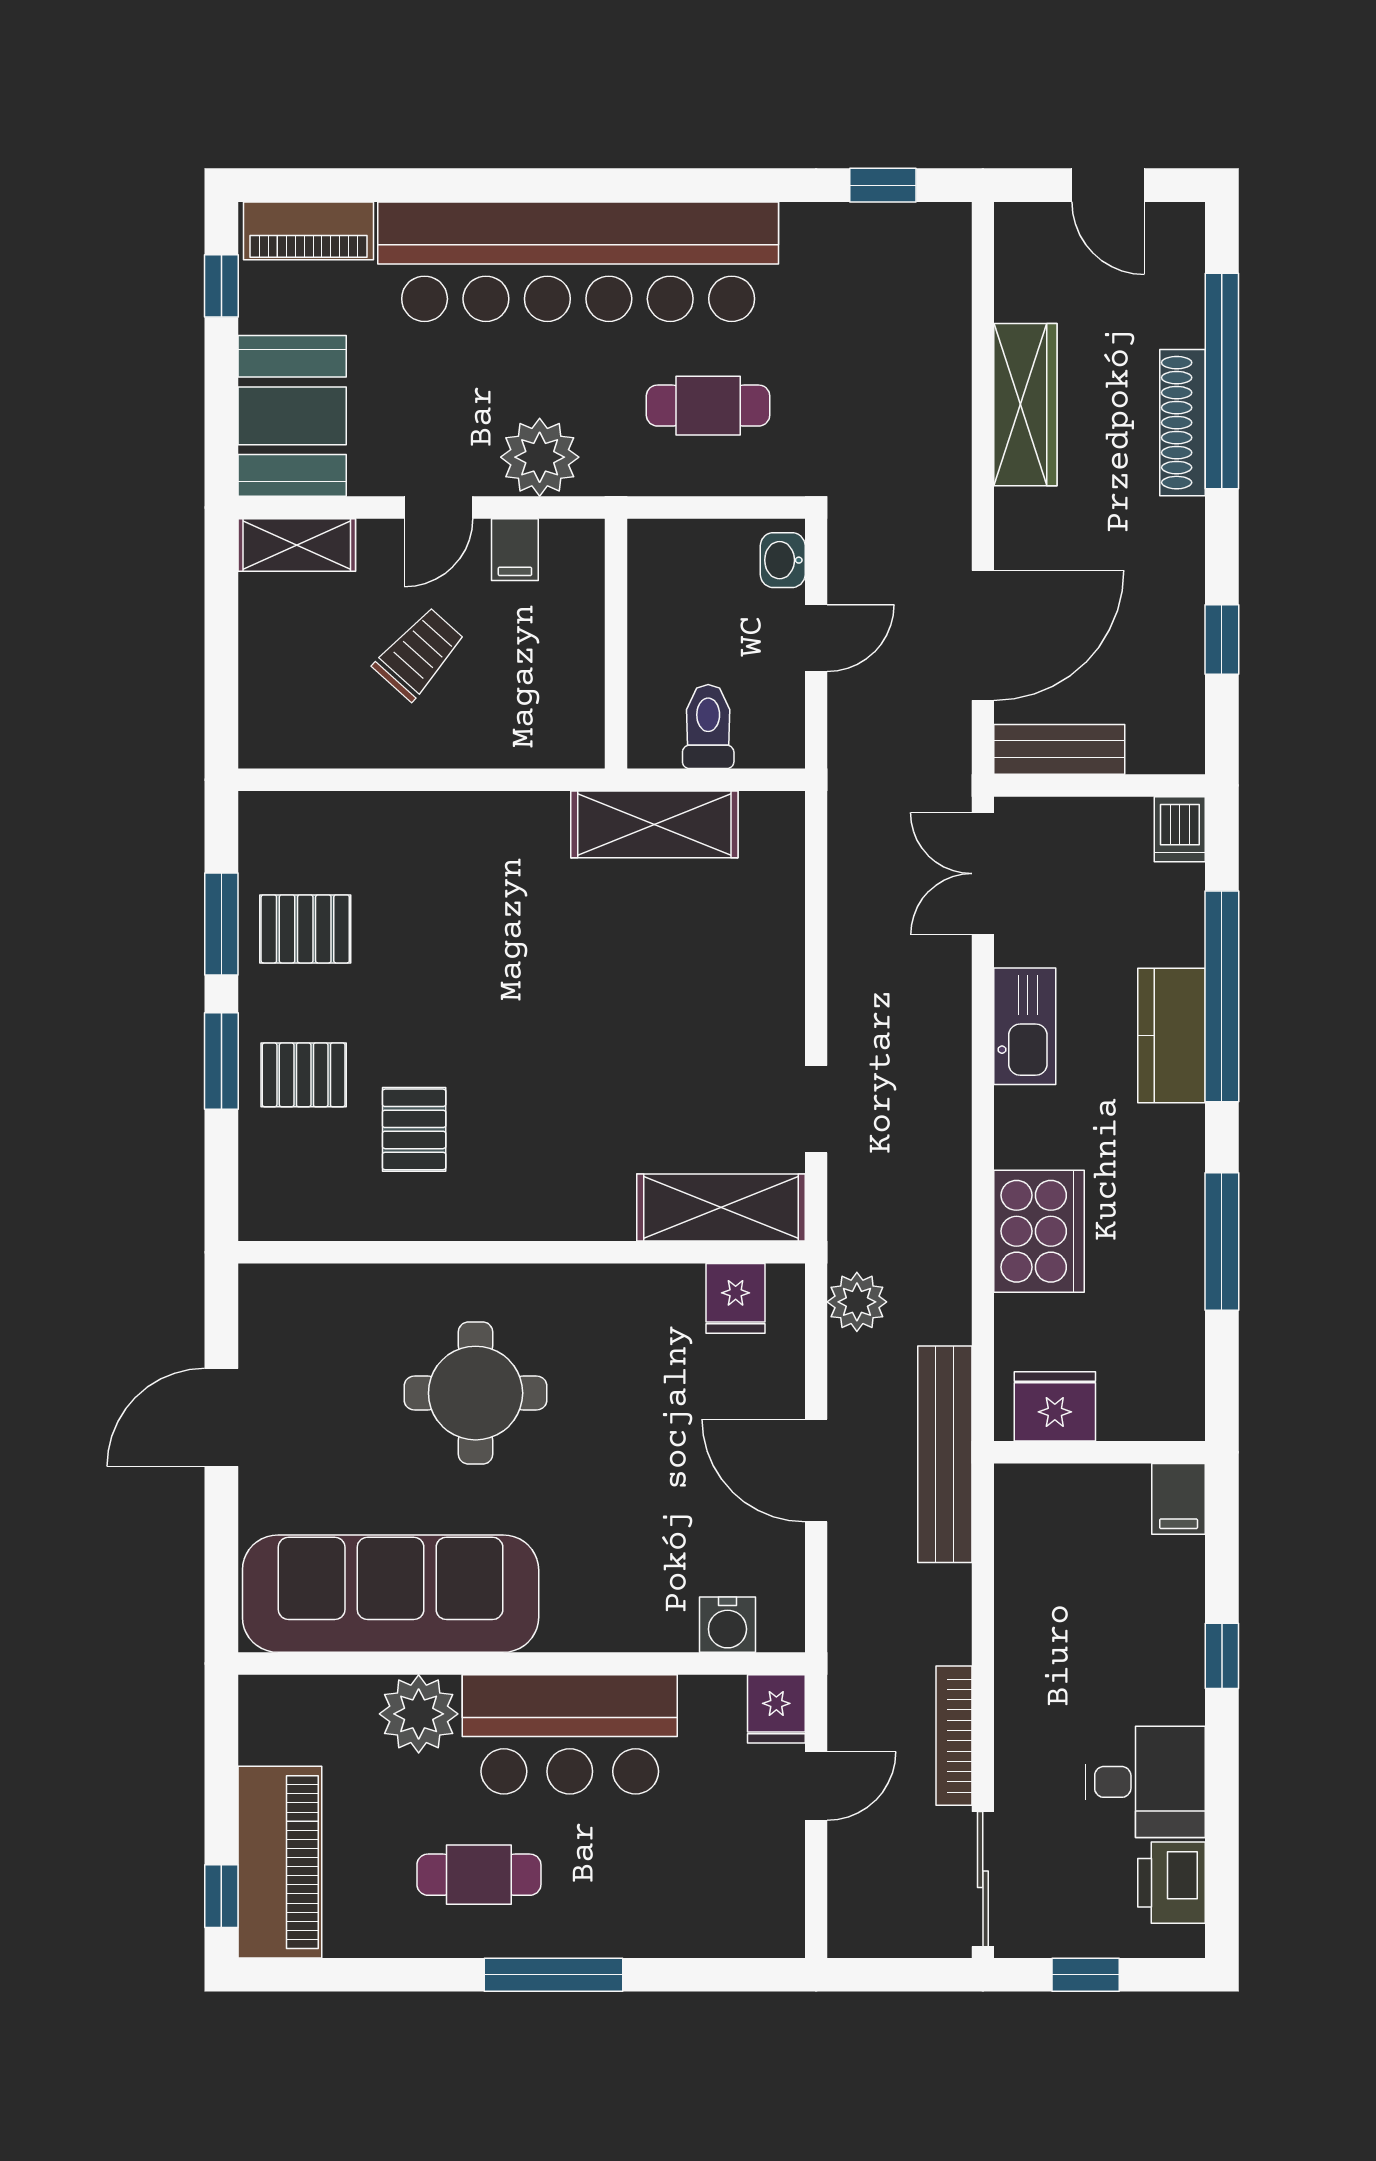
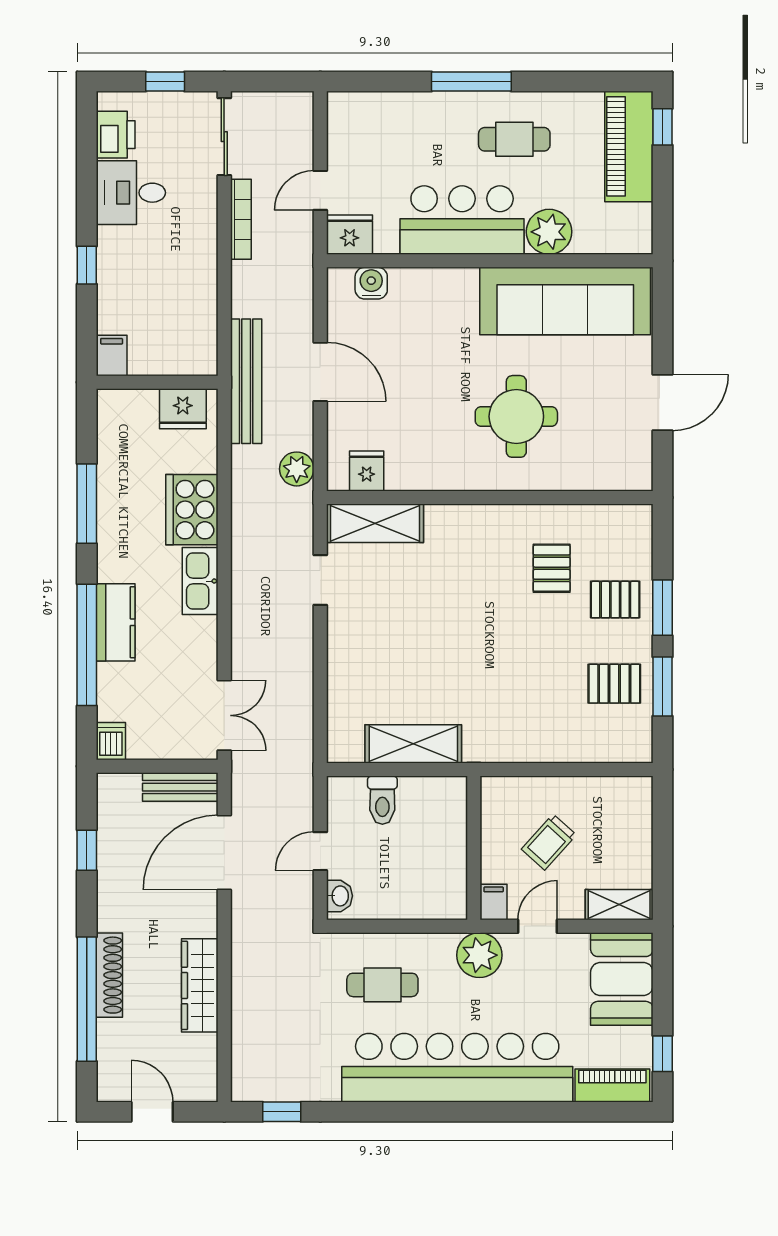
wall: (616, 644) -> (474, 848), moved
kitchen sink: (1025, 1026) -> (200, 581), moved
fridge: (776, 1709) -> (350, 235), width x1.38

